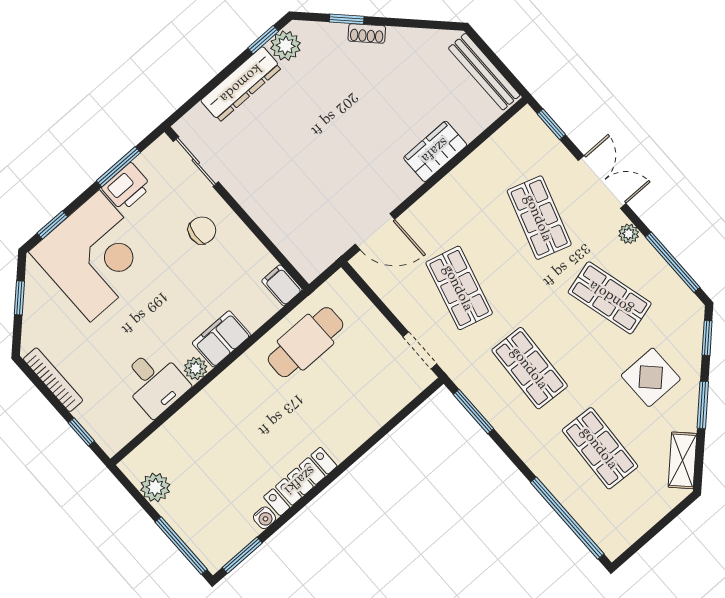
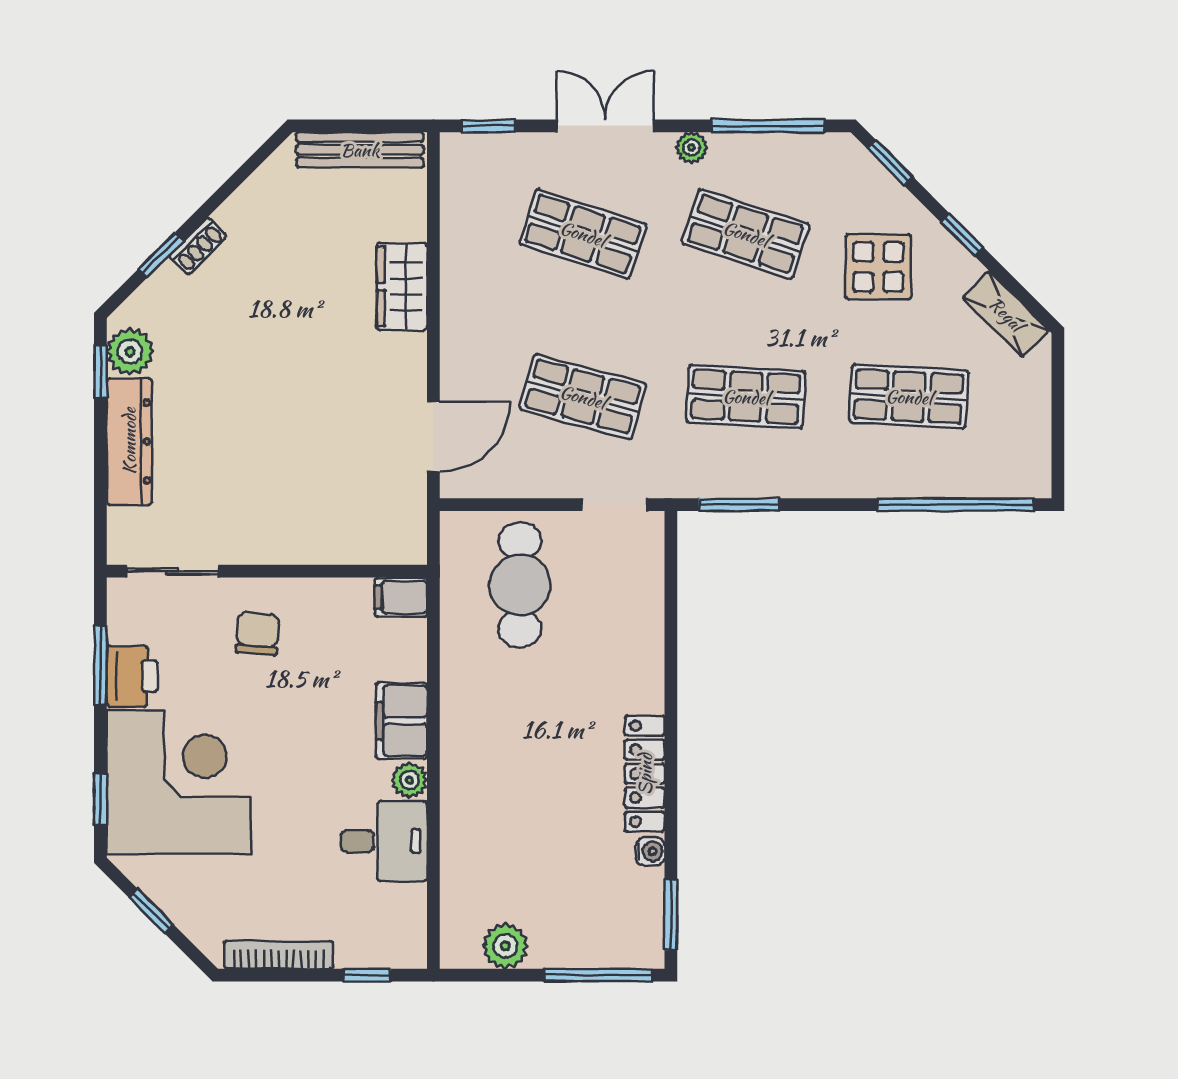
shop shelf: (610, 298) -> (746, 234), turned 33
cafe table: (306, 342) -> (520, 585), moved
window: (703, 405) -> (962, 235), width x0.67

